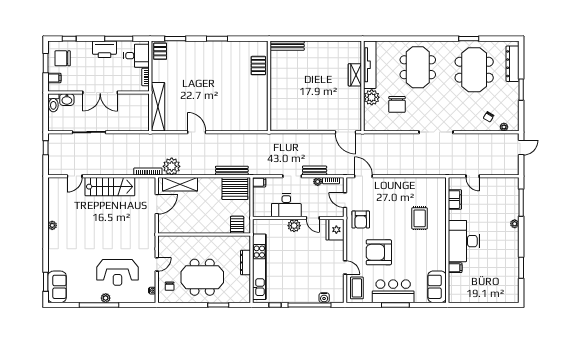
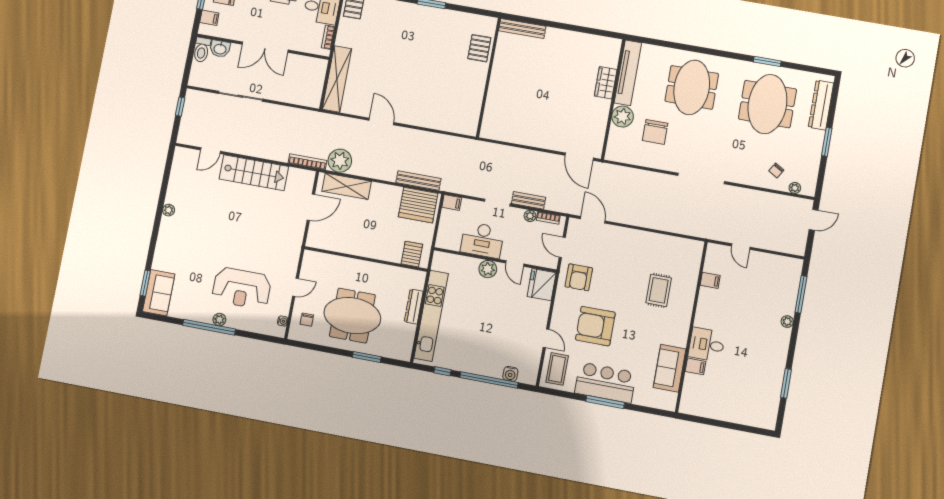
filing cabinet: (455, 200) -> (710, 280), width x0.50
desk: (464, 241) -> (707, 345), width x0.53, depth x0.77
sofa: (437, 287) -> (670, 368), moved

